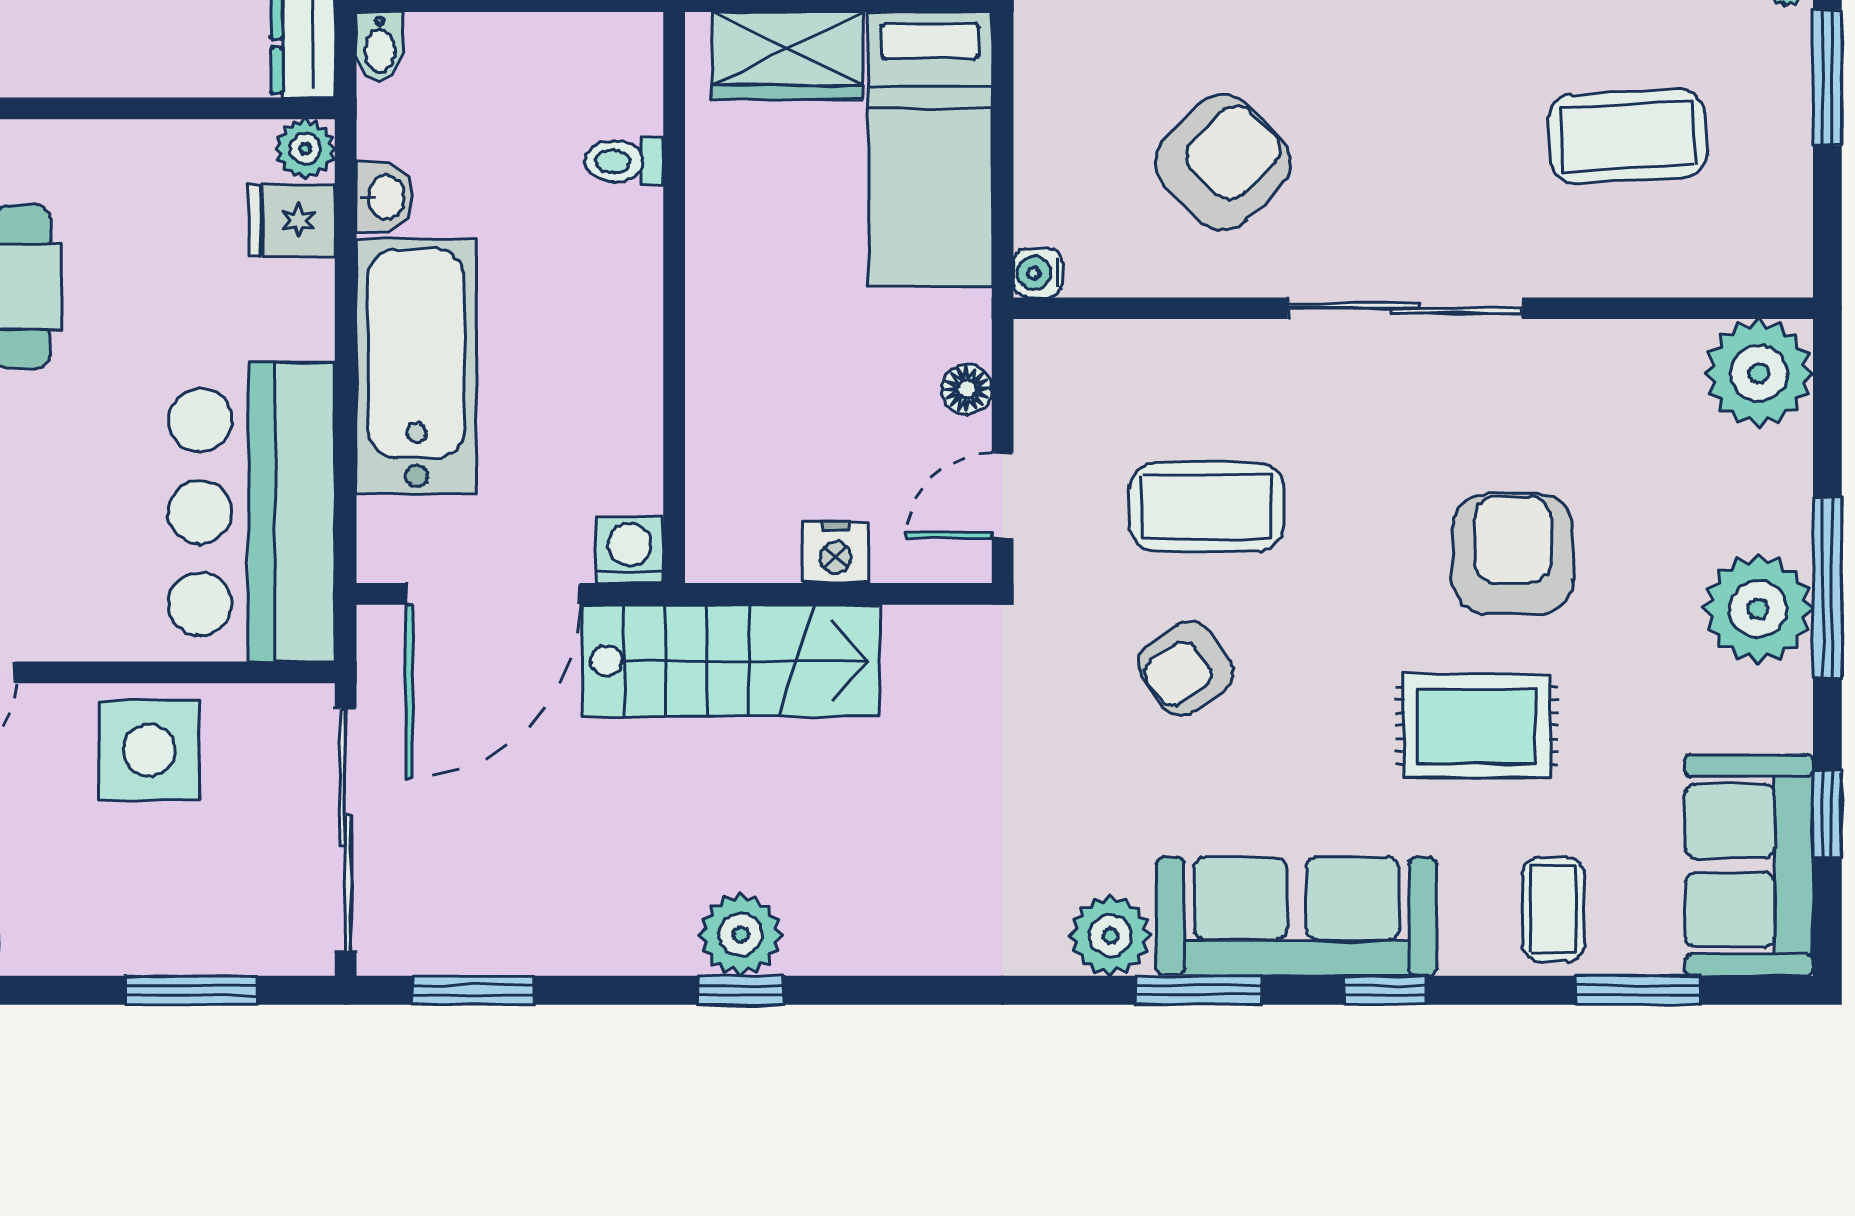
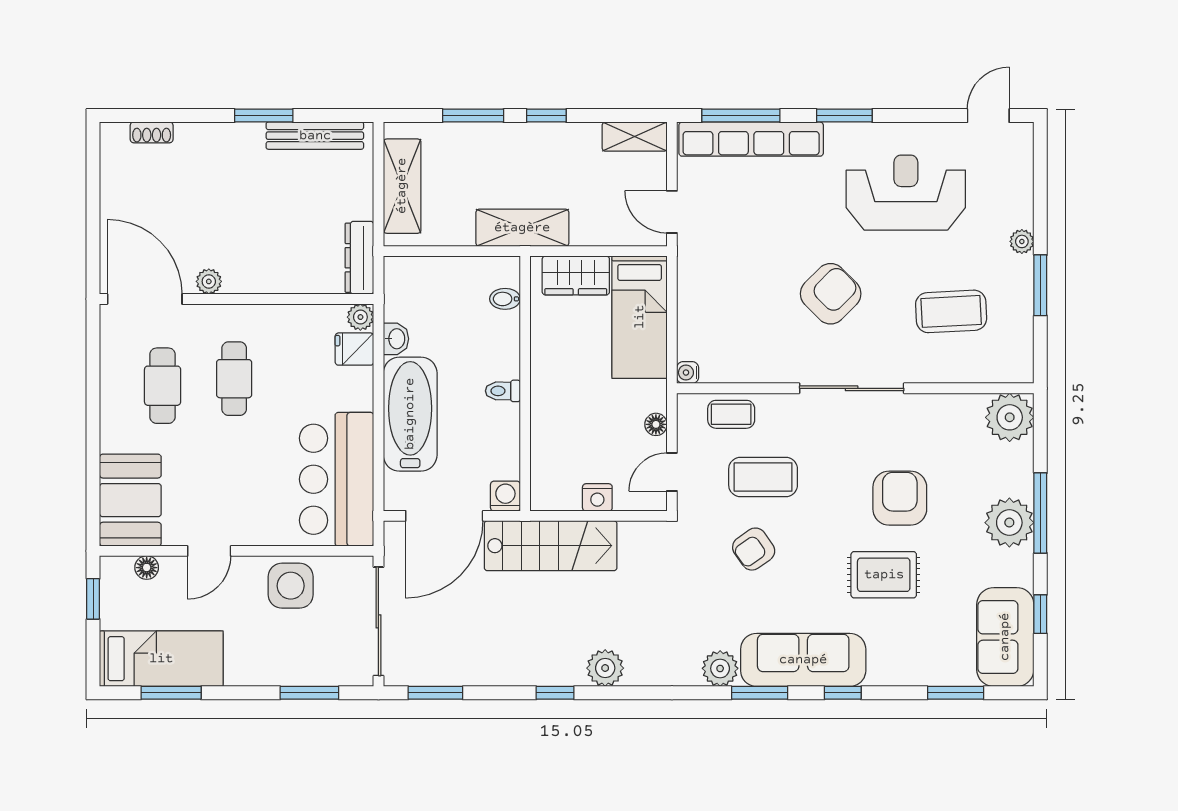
bidet: (380, 46) -> (505, 299), moved, turned 90
toilet: (624, 161) -> (503, 391), moved
armchair: (1223, 162) -> (831, 294), moved
coffee table: (1553, 910) -> (731, 414), moved, turned 90
plant: (741, 935) -> (605, 668), moved

